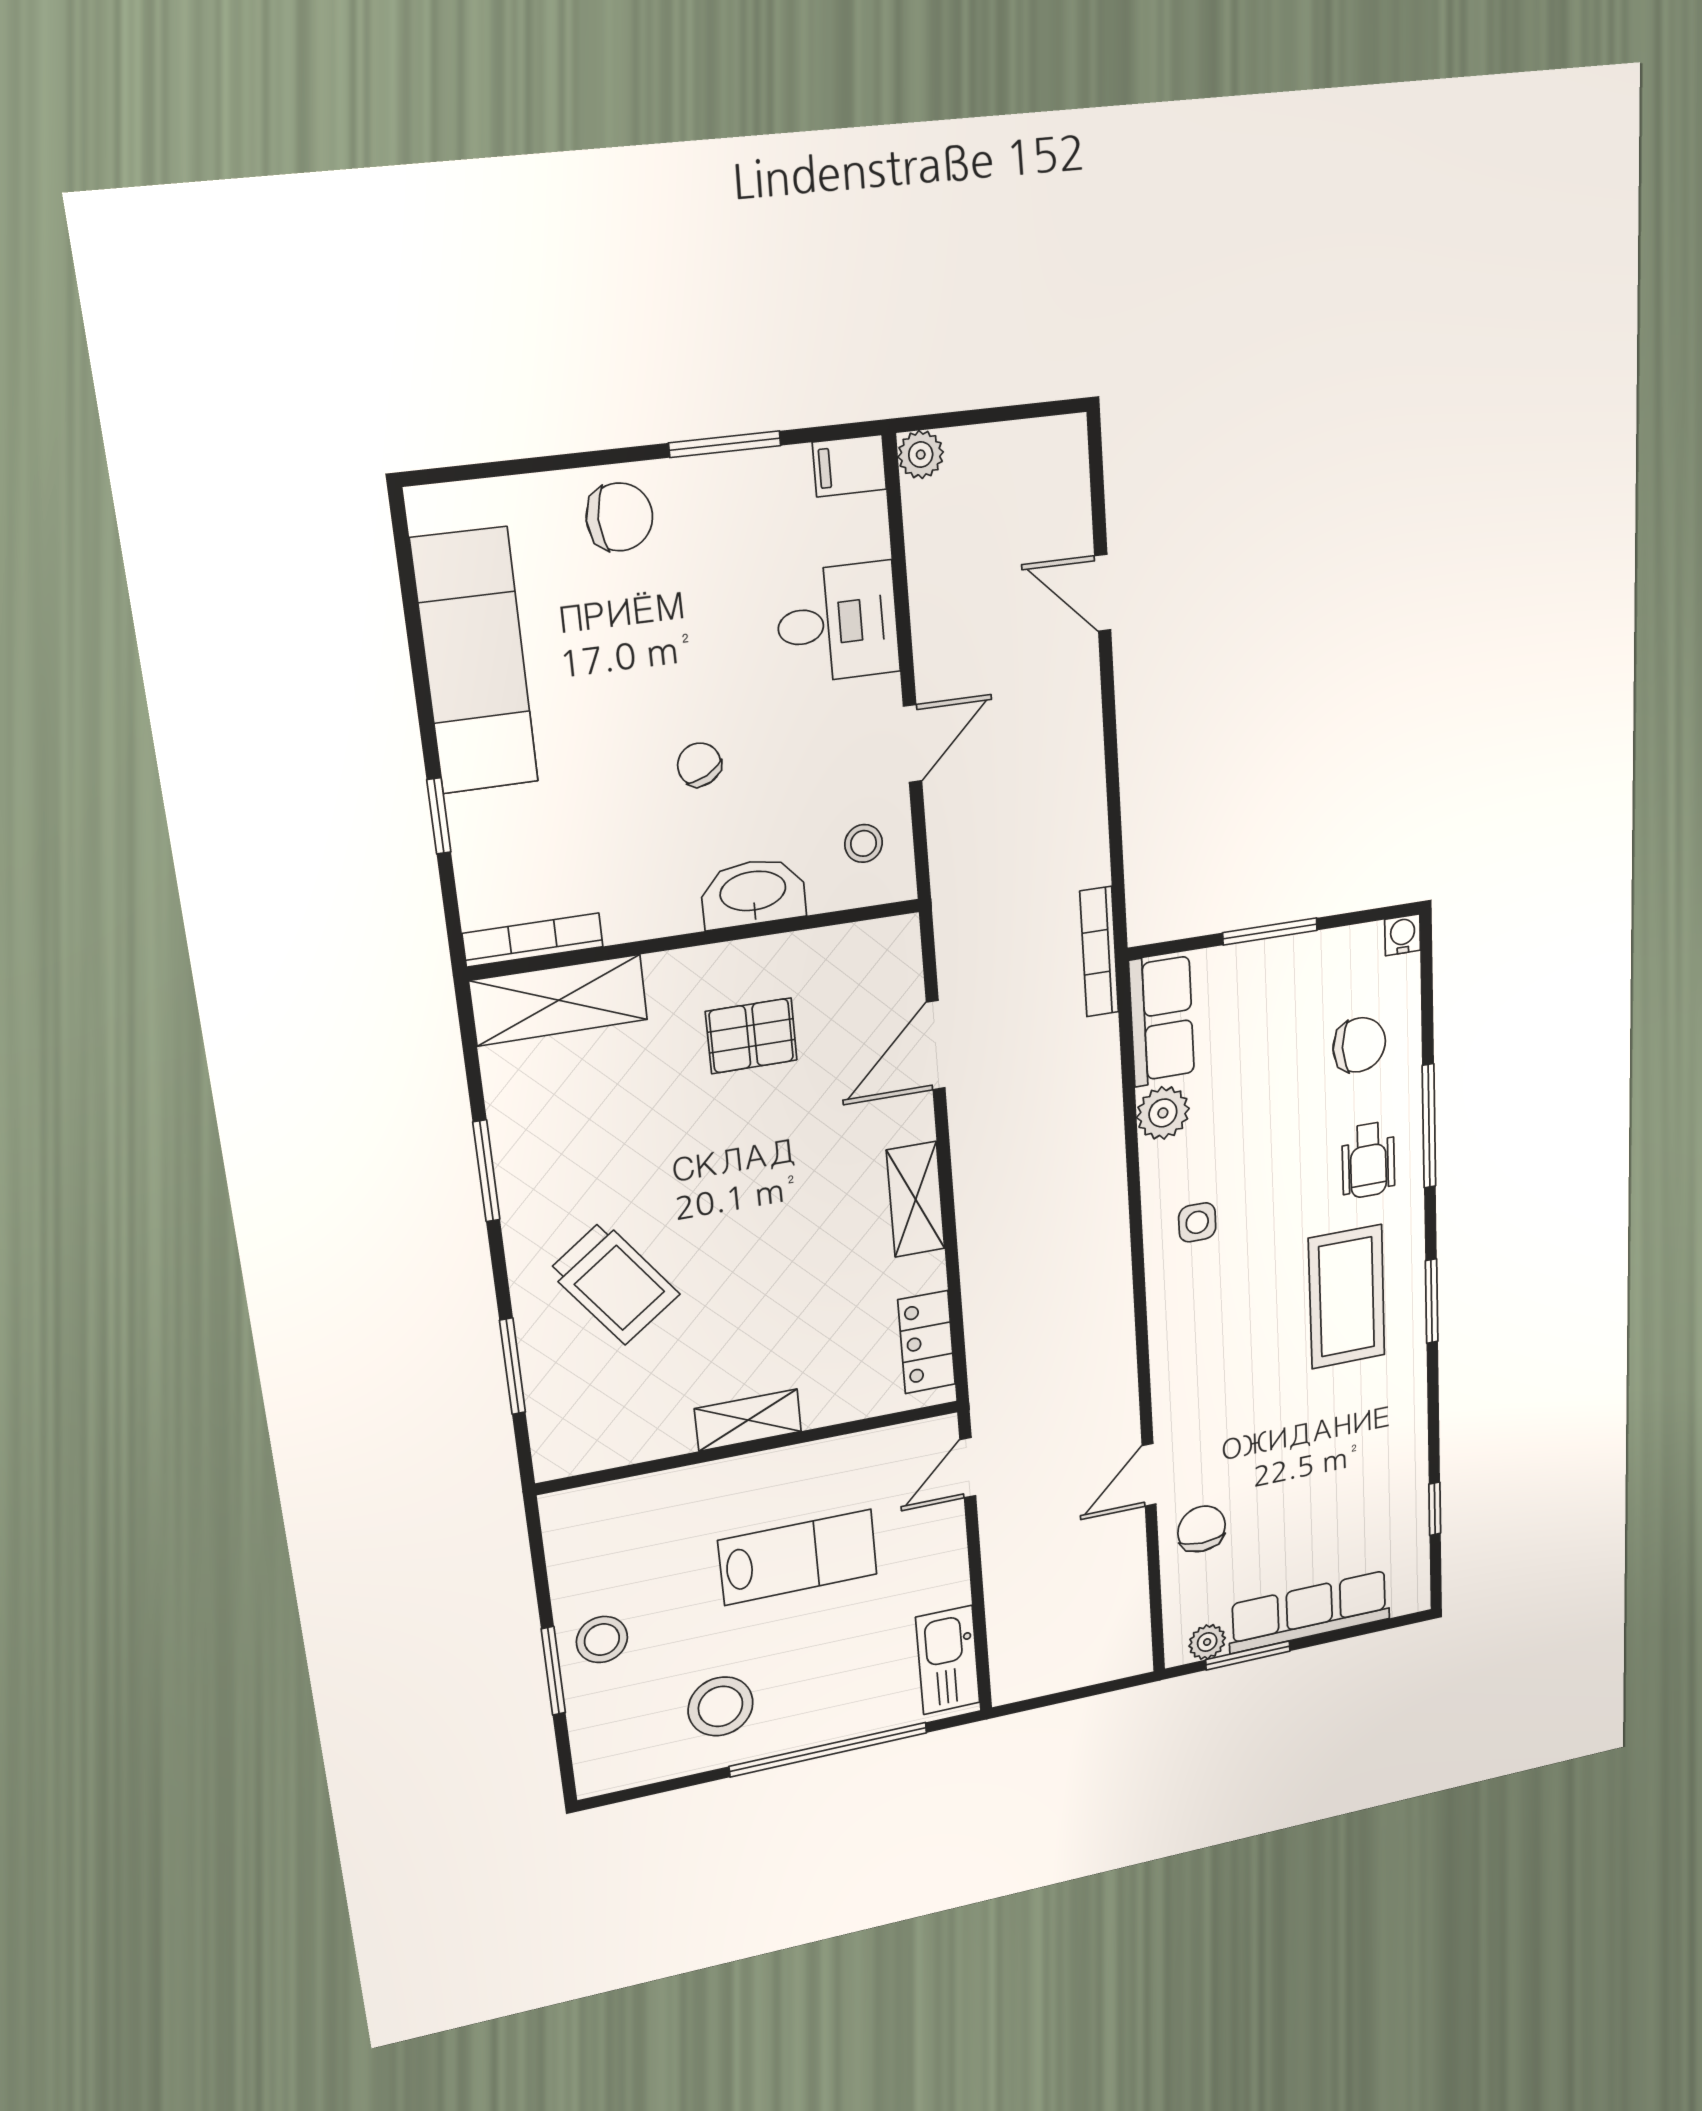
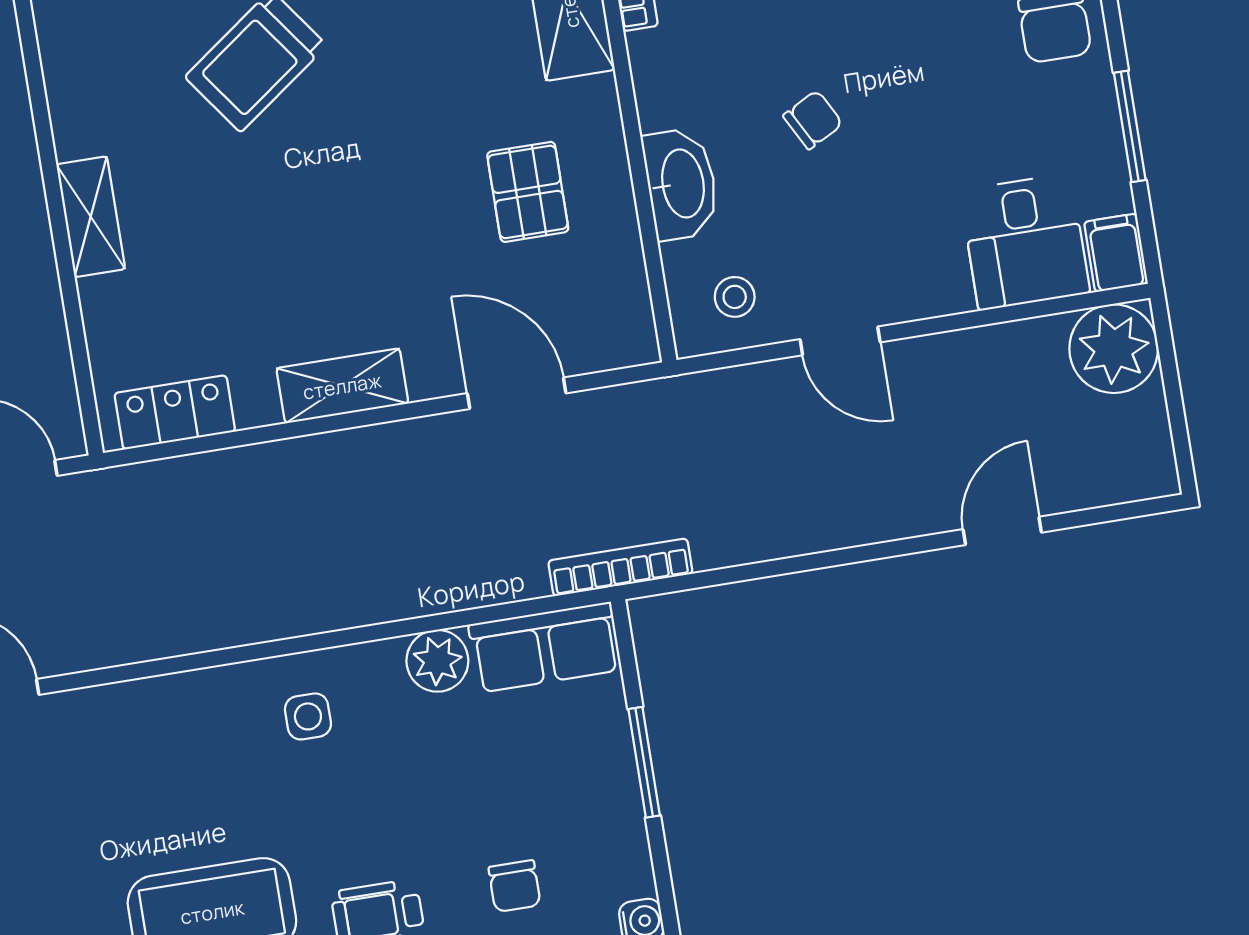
plant: (921, 455) -> (1114, 349), width x1.87, depth x1.87
desk: (837, 623) -> (1025, 242), moved
chair: (1359, 1045) -> (515, 886), width x0.73, depth x0.73

